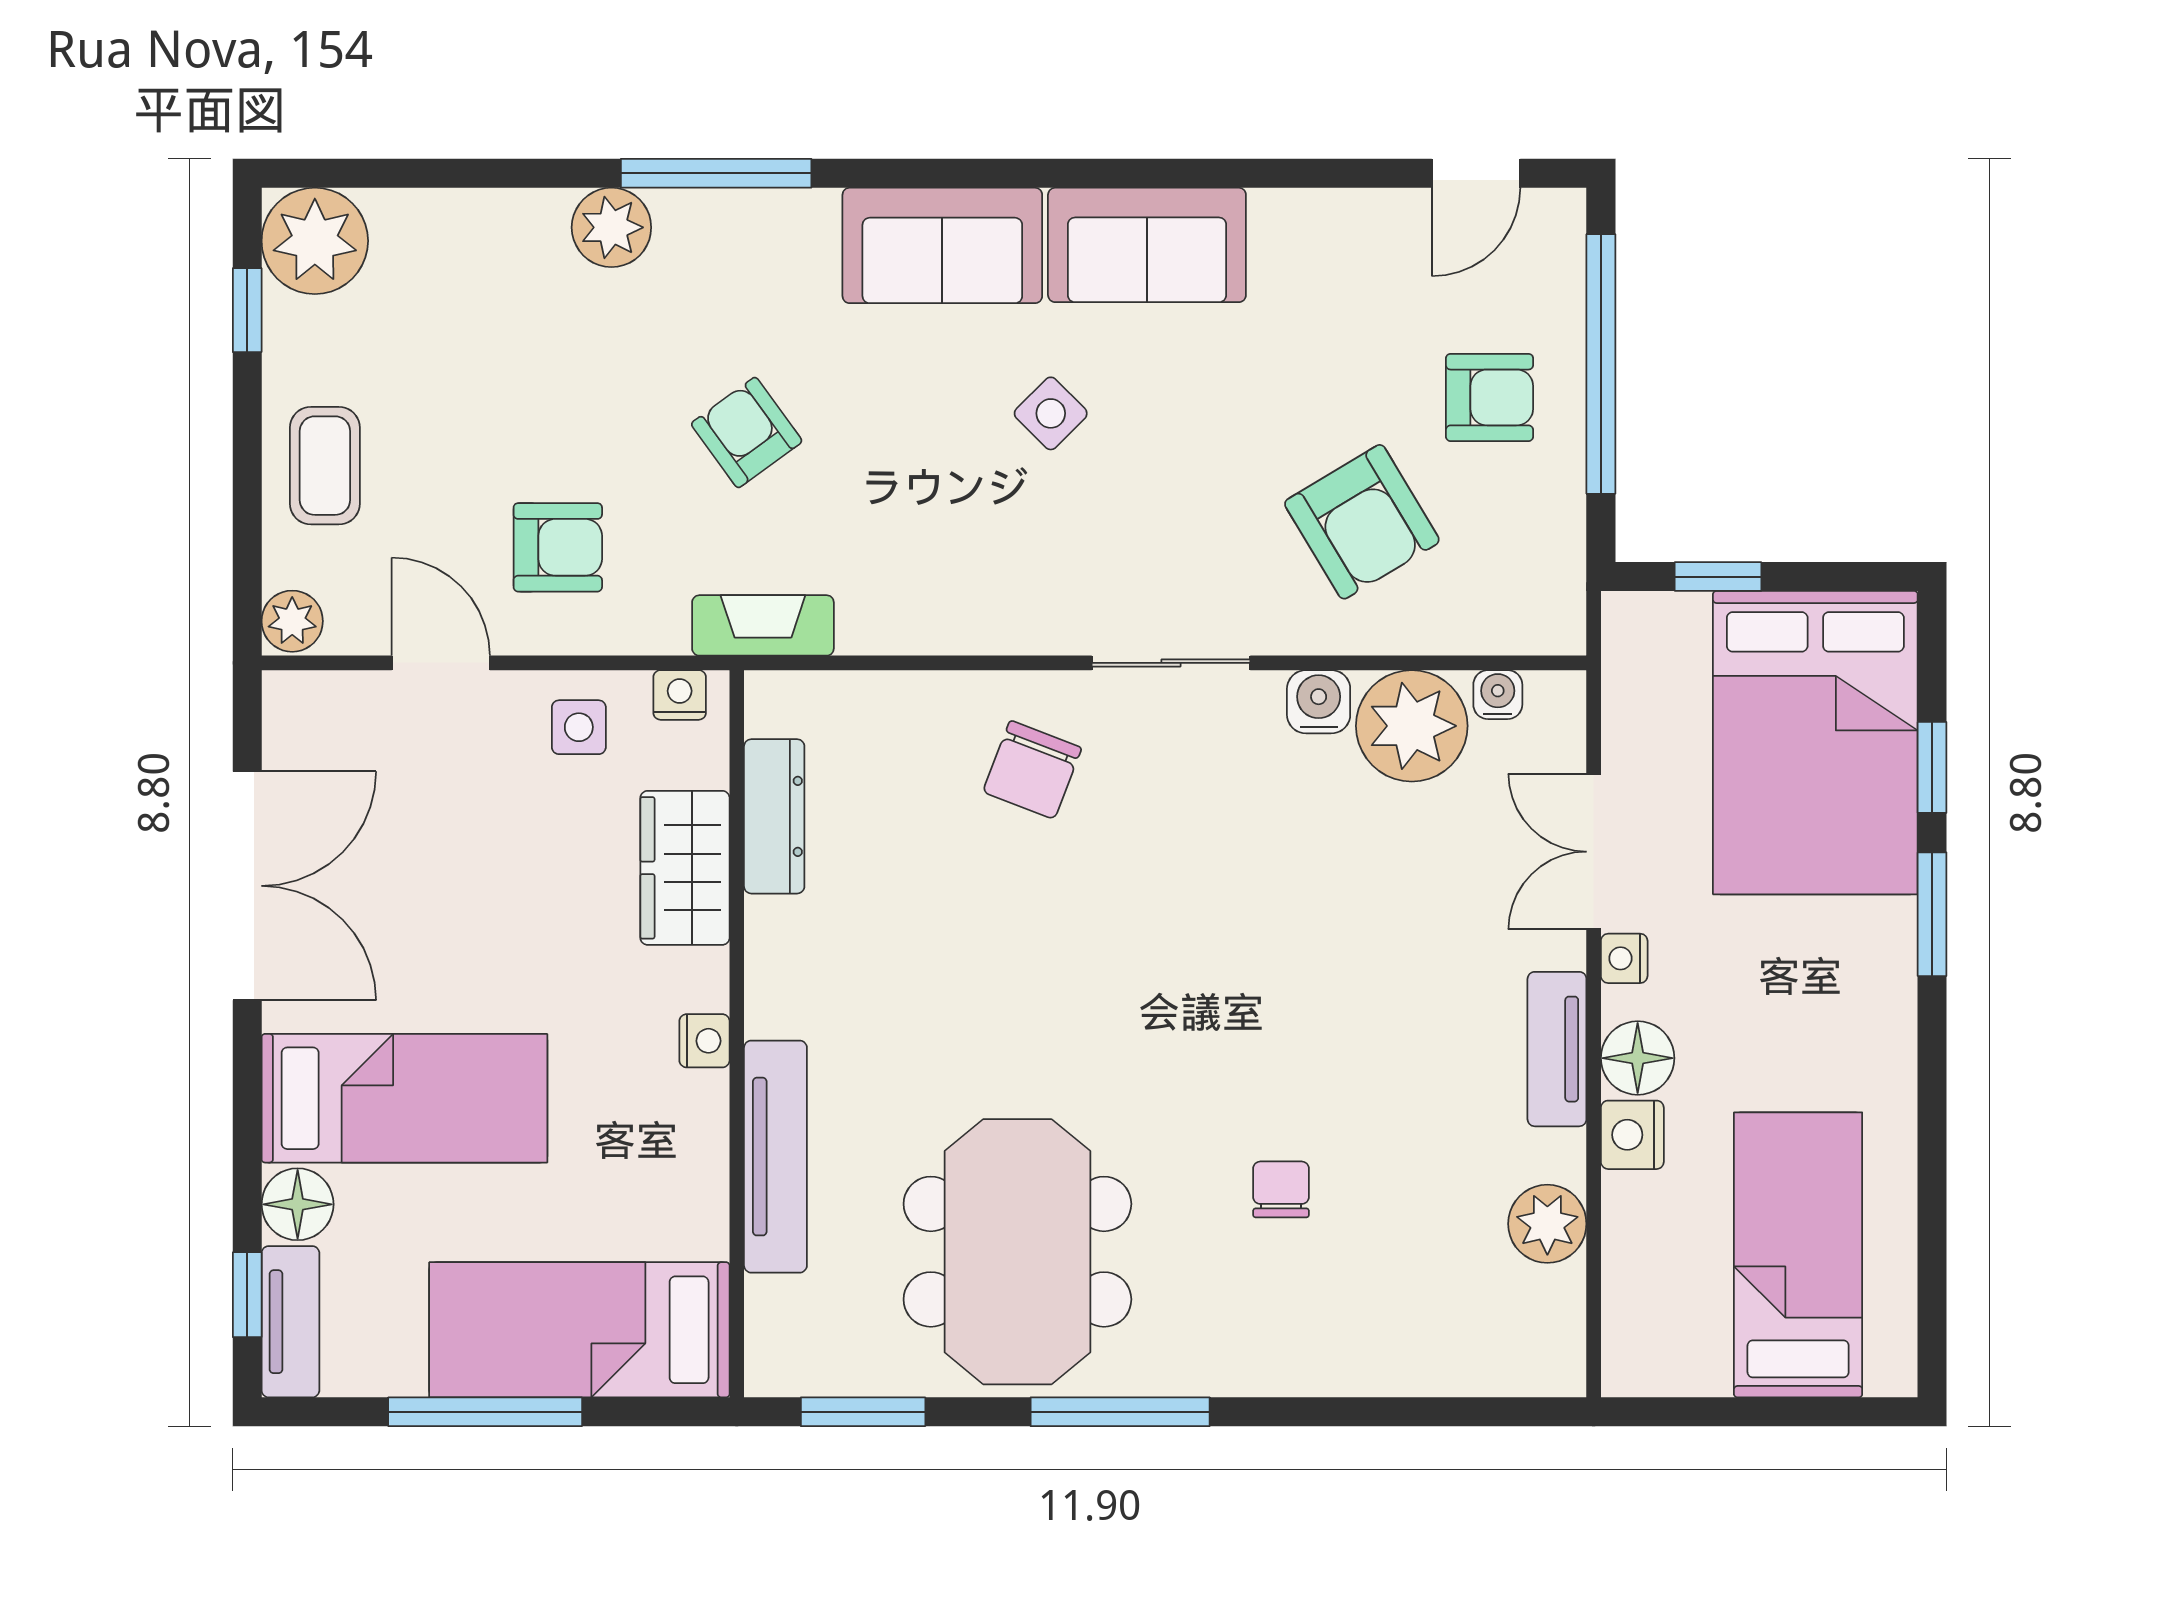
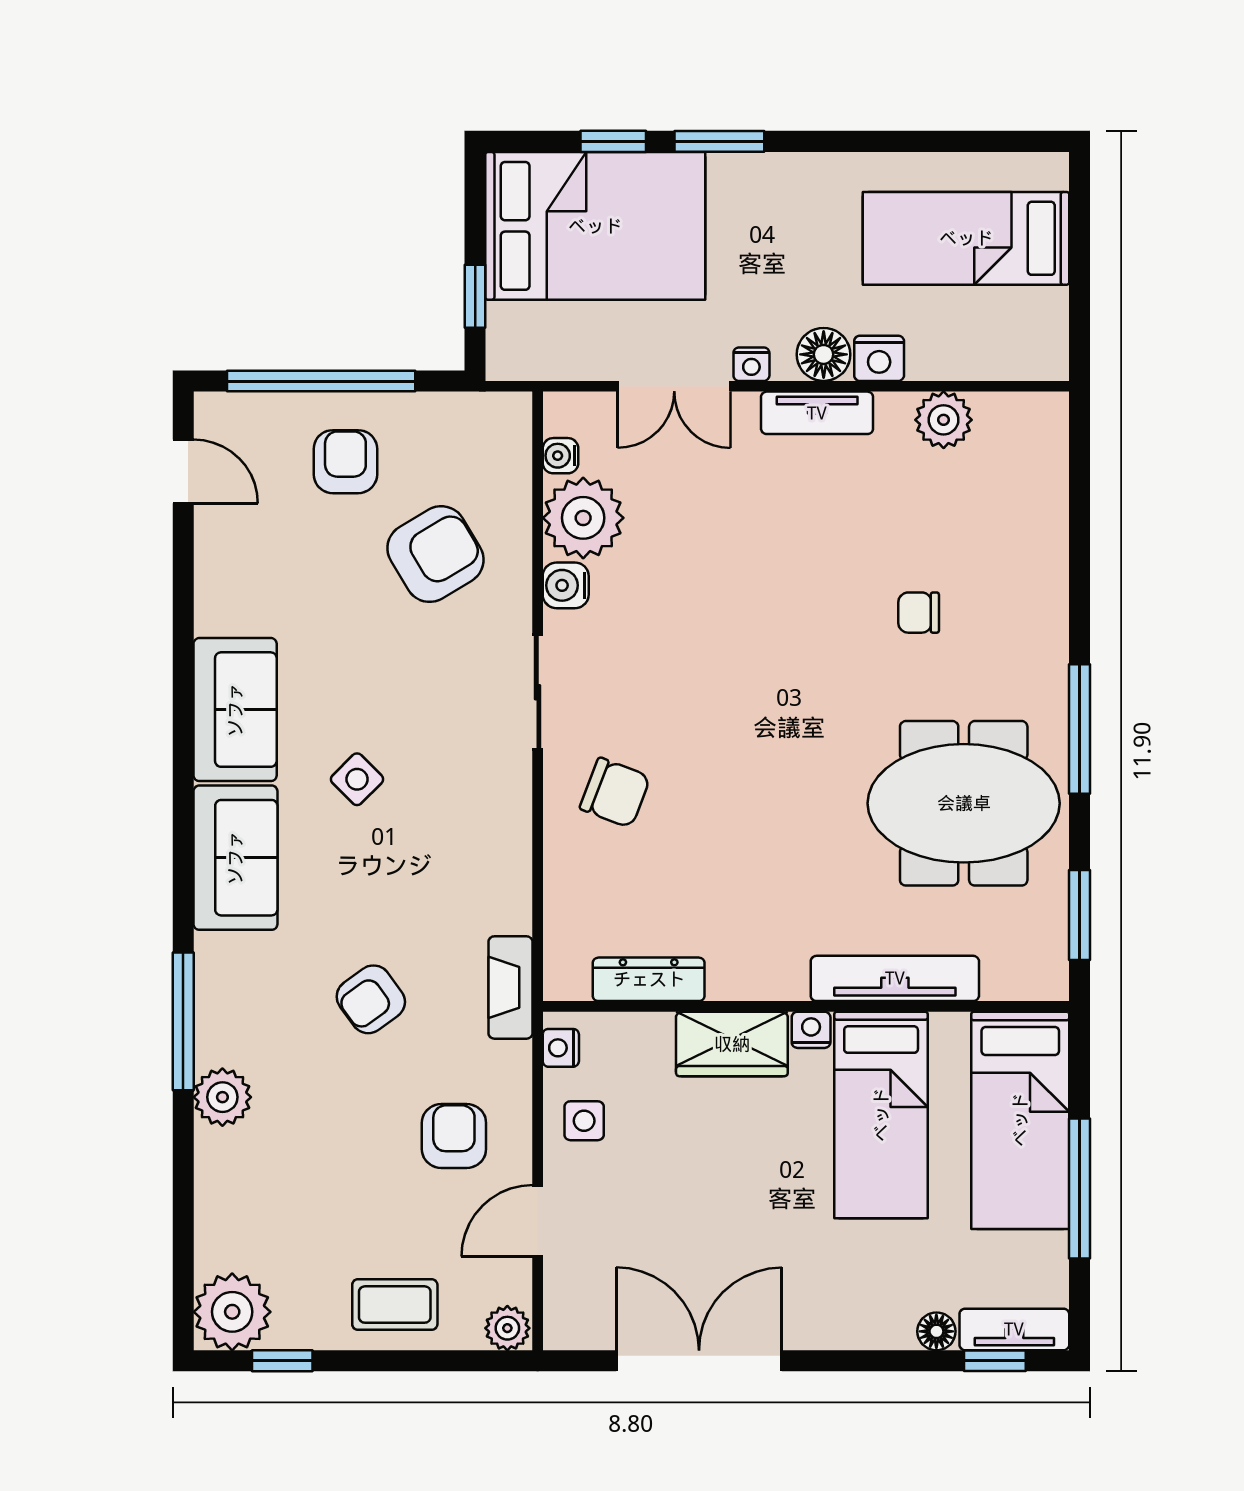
wardrobe: (685, 868) -> (732, 1044), moved
bed: (404, 1098) -> (881, 1115), moved, turned 180
floor lamp: (298, 1204) -> (936, 1331), width x0.73, depth x0.73

